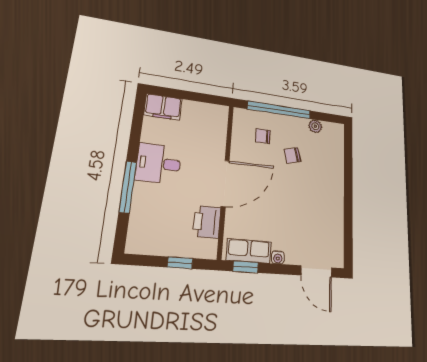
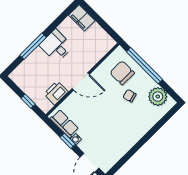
plant: (315, 126) -> (158, 97), width x1.88, depth x1.88
chair: (263, 136) -> (122, 73), width x1.87, depth x1.87
door: (225, 183) -> (81, 82), width x0.73
window: (246, 267) -> (68, 141), moved

